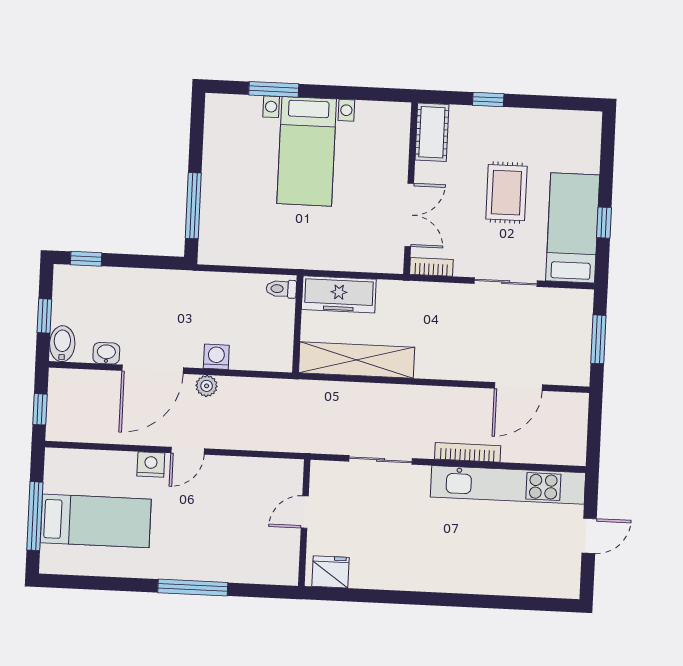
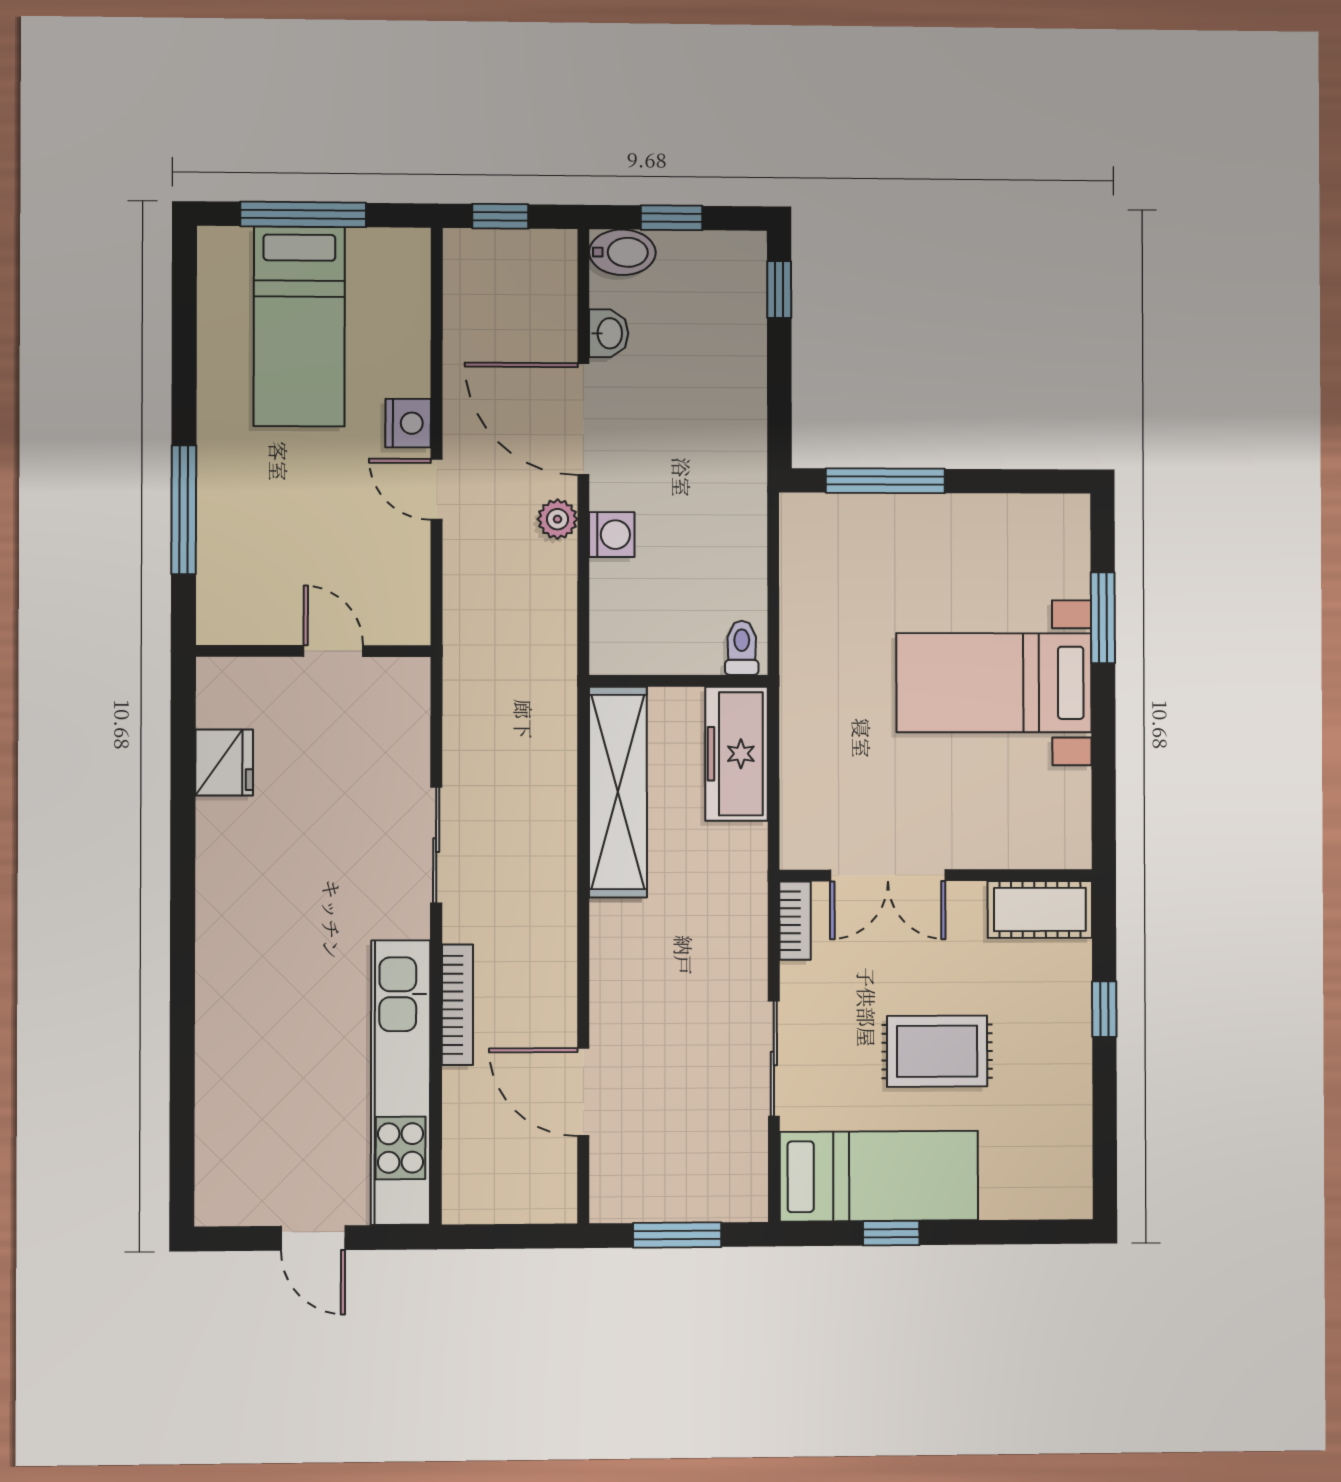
door: (305, 512) -> (333, 651), moved
wall: (304, 523) -> (313, 651), moved

